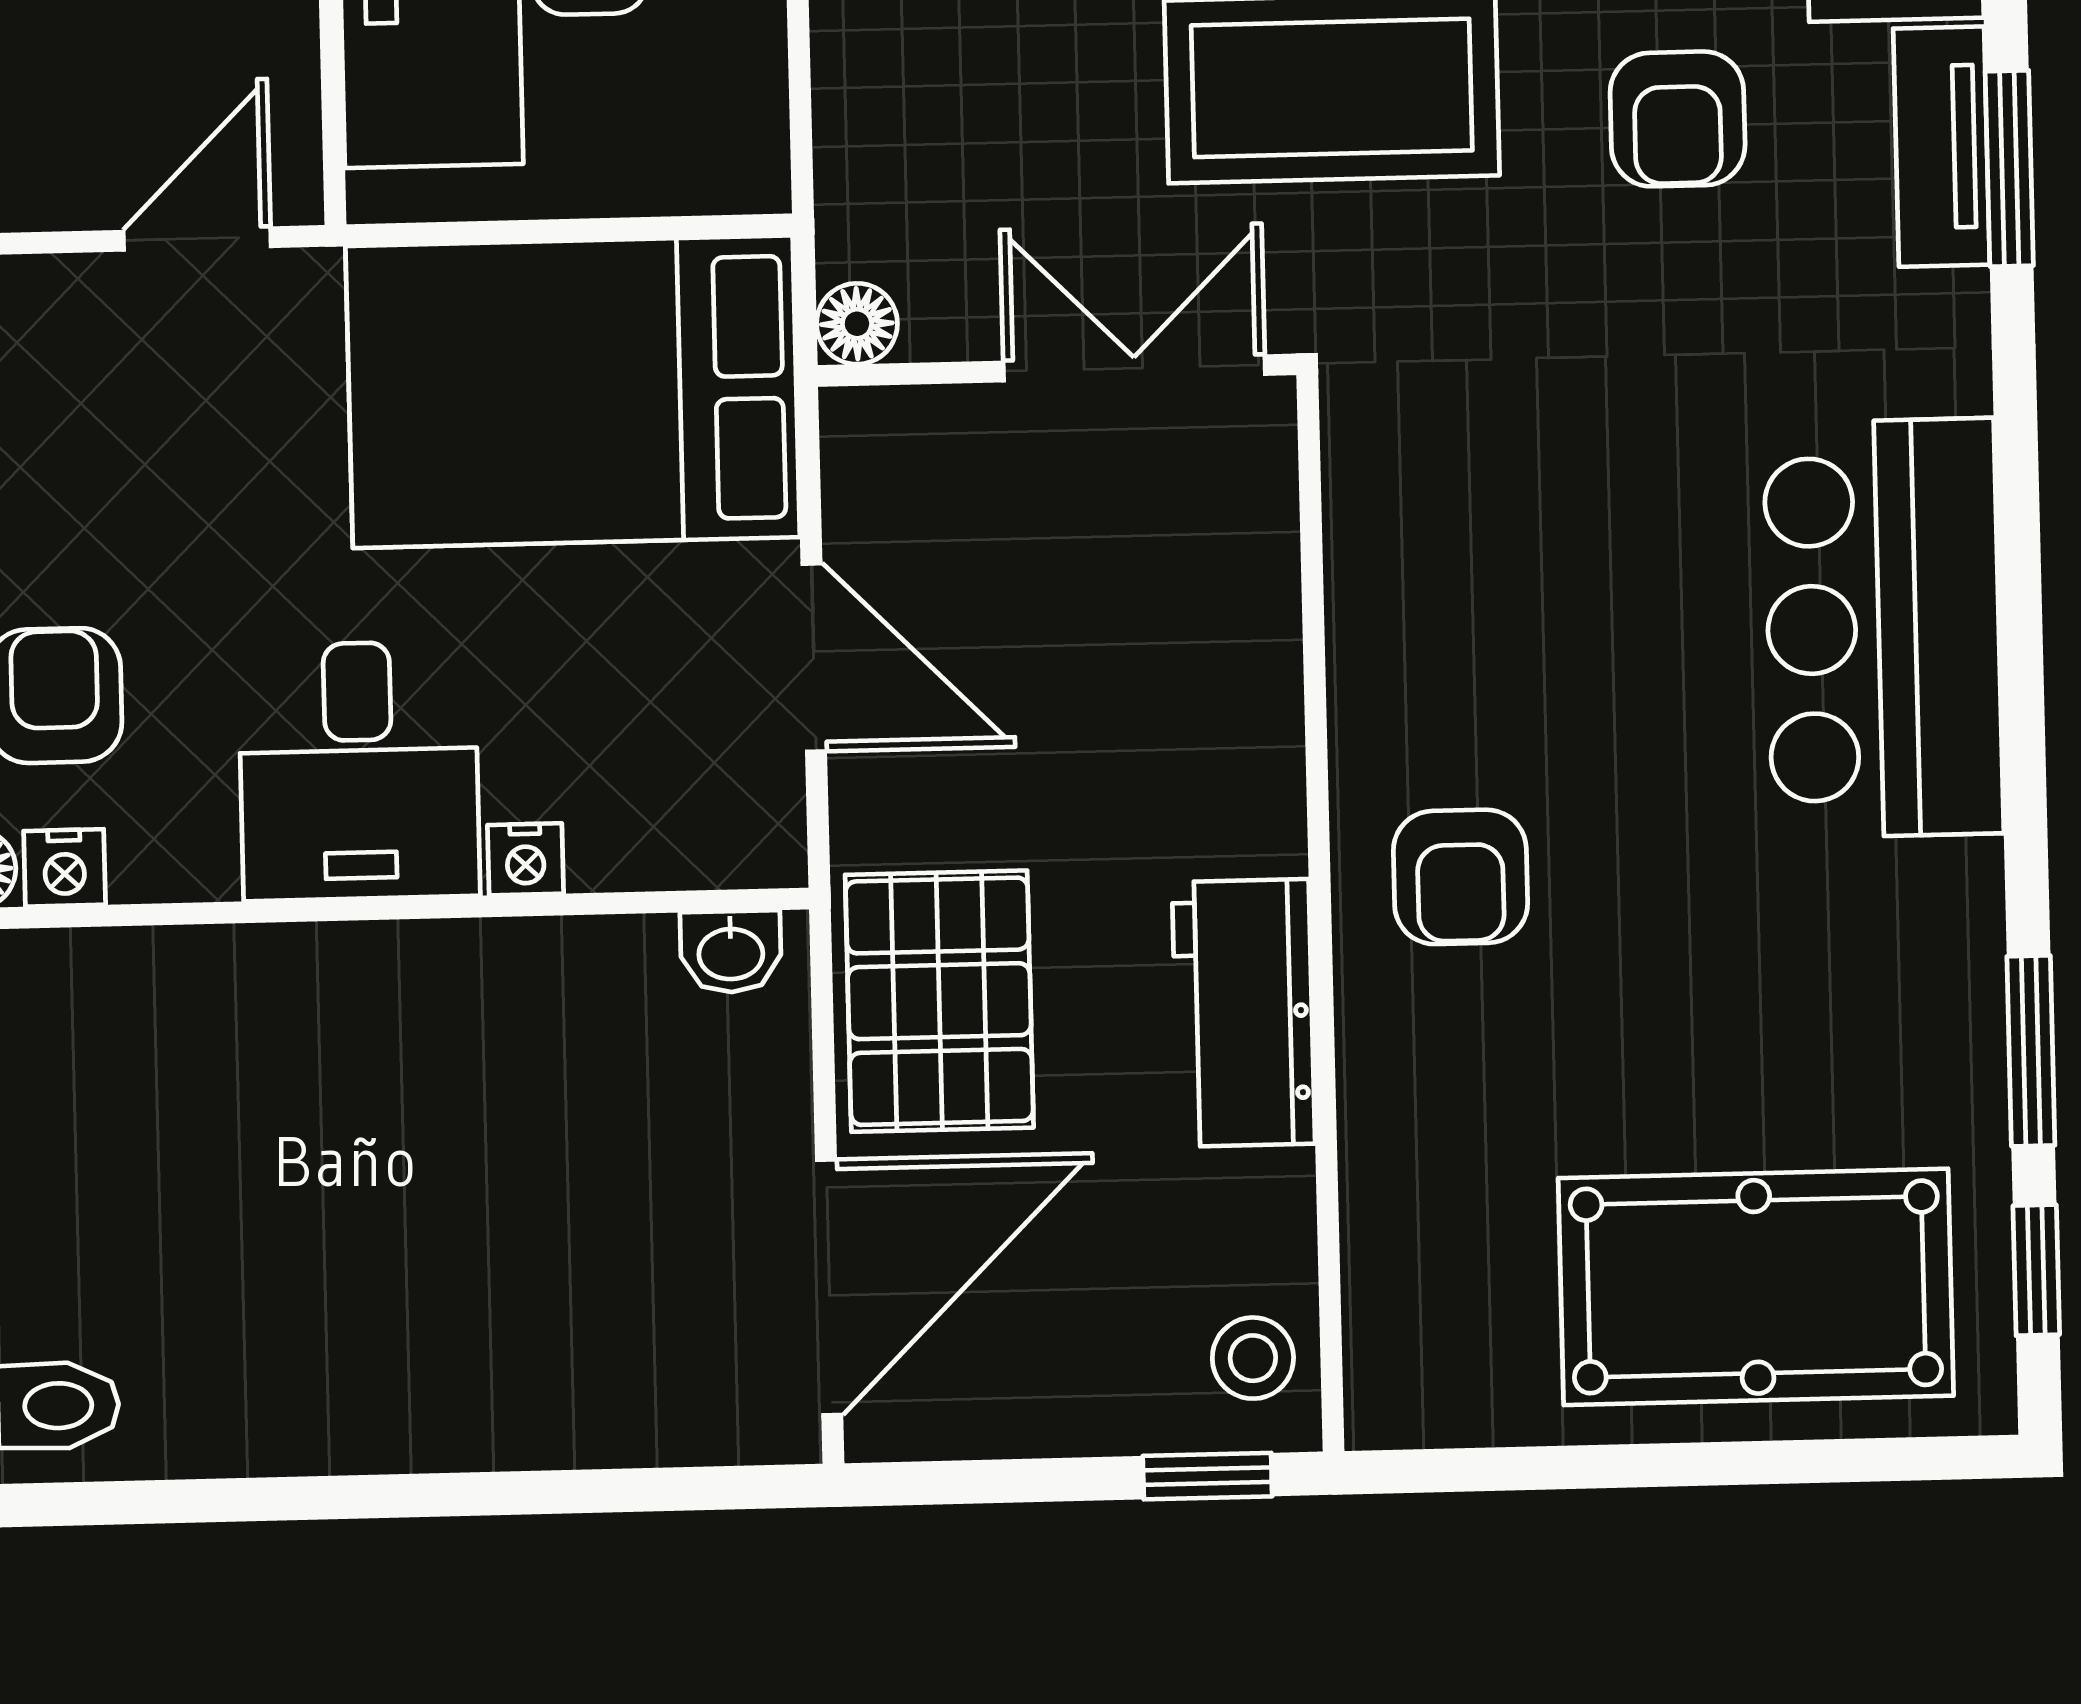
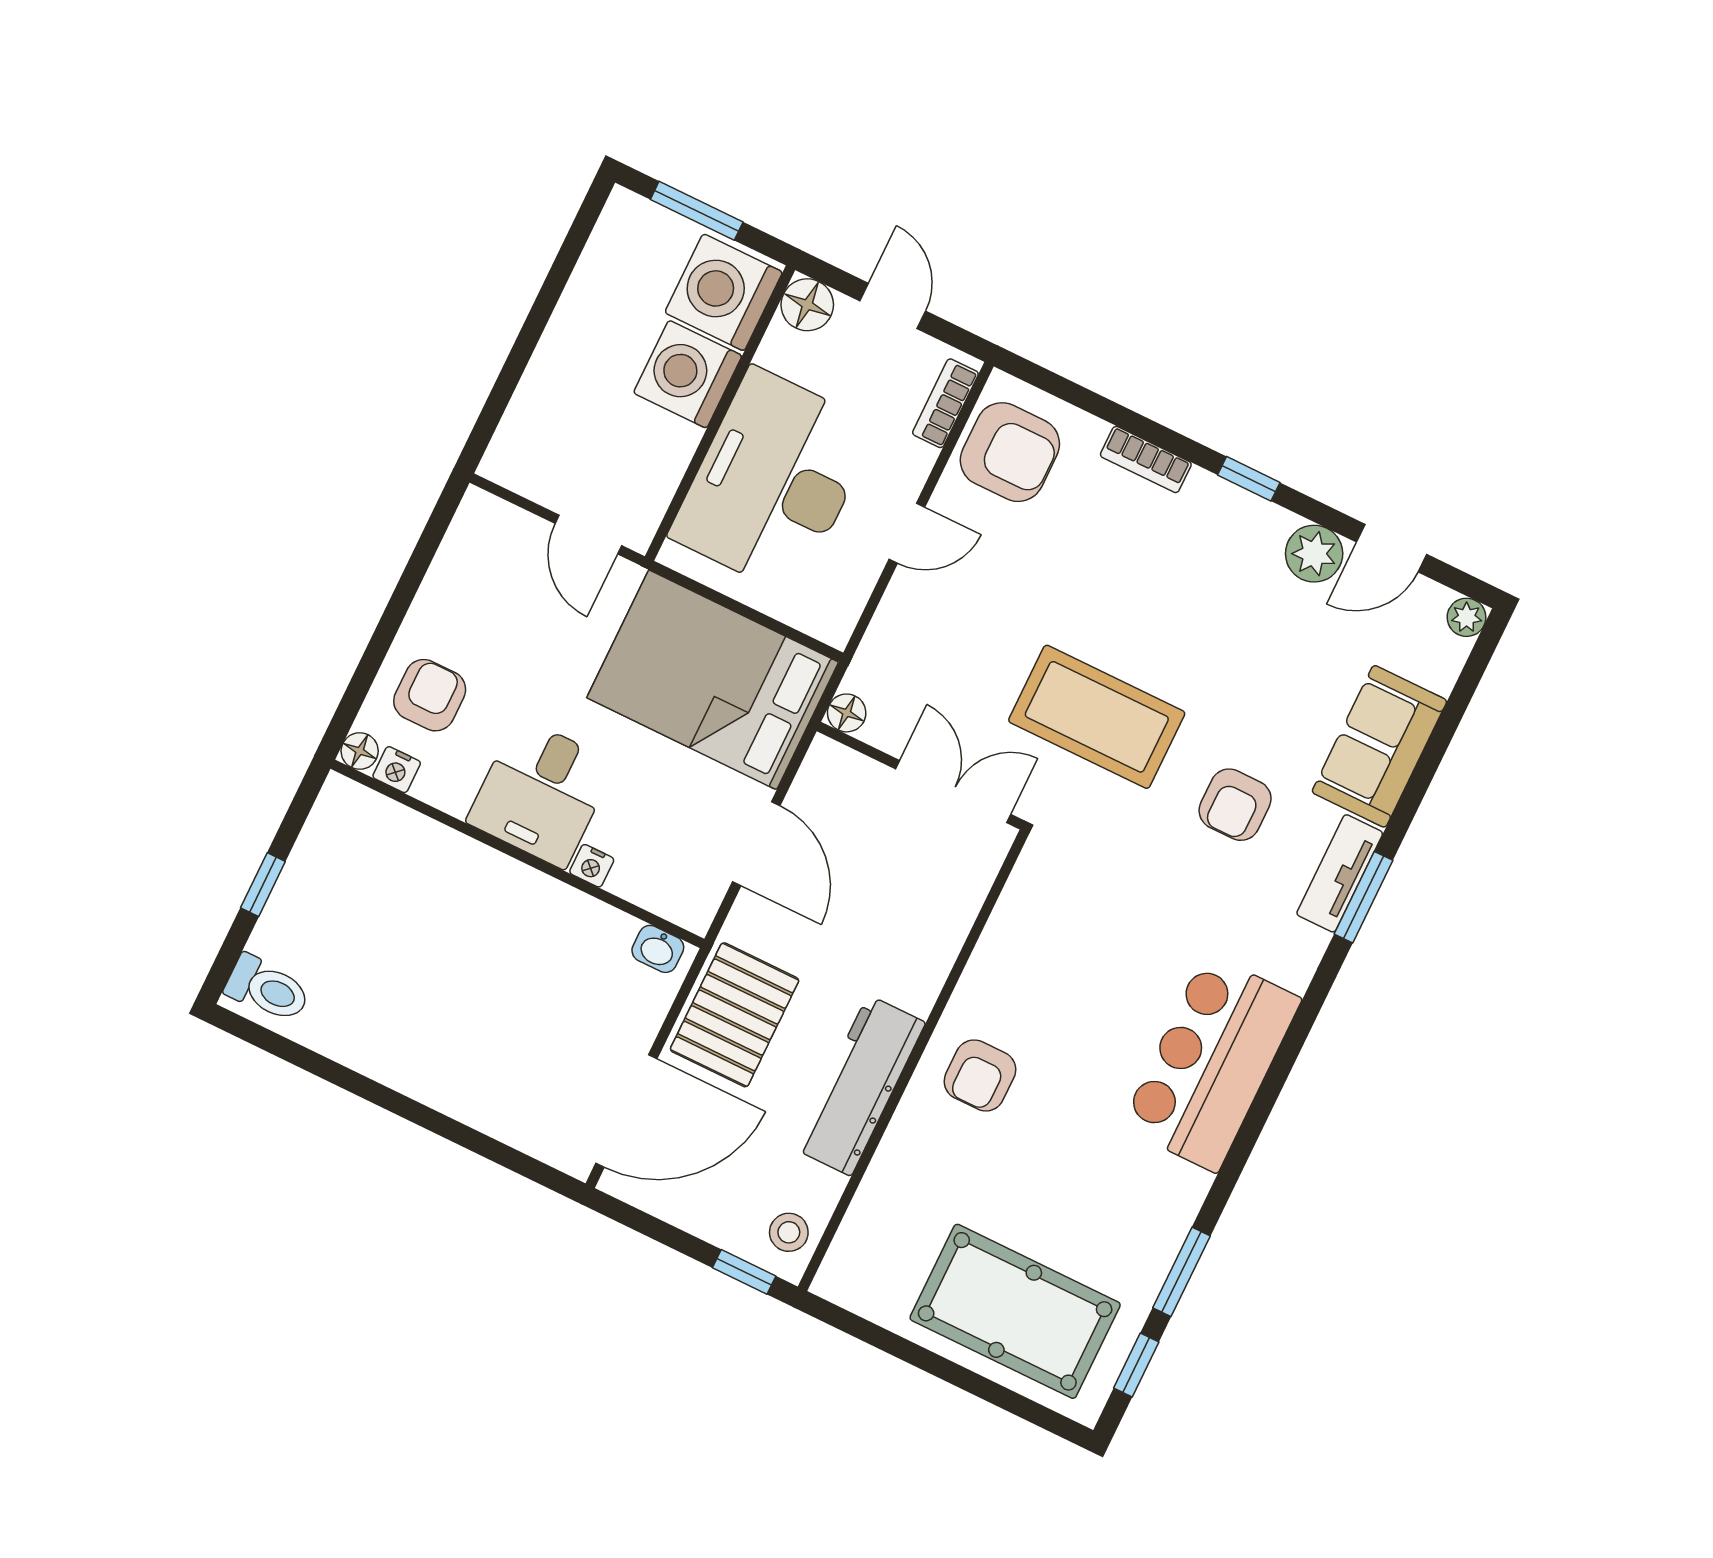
door: (197, 239) -> (588, 535), swing flipped
workbench: (1244, 1013) -> (860, 1086), width x1.38

